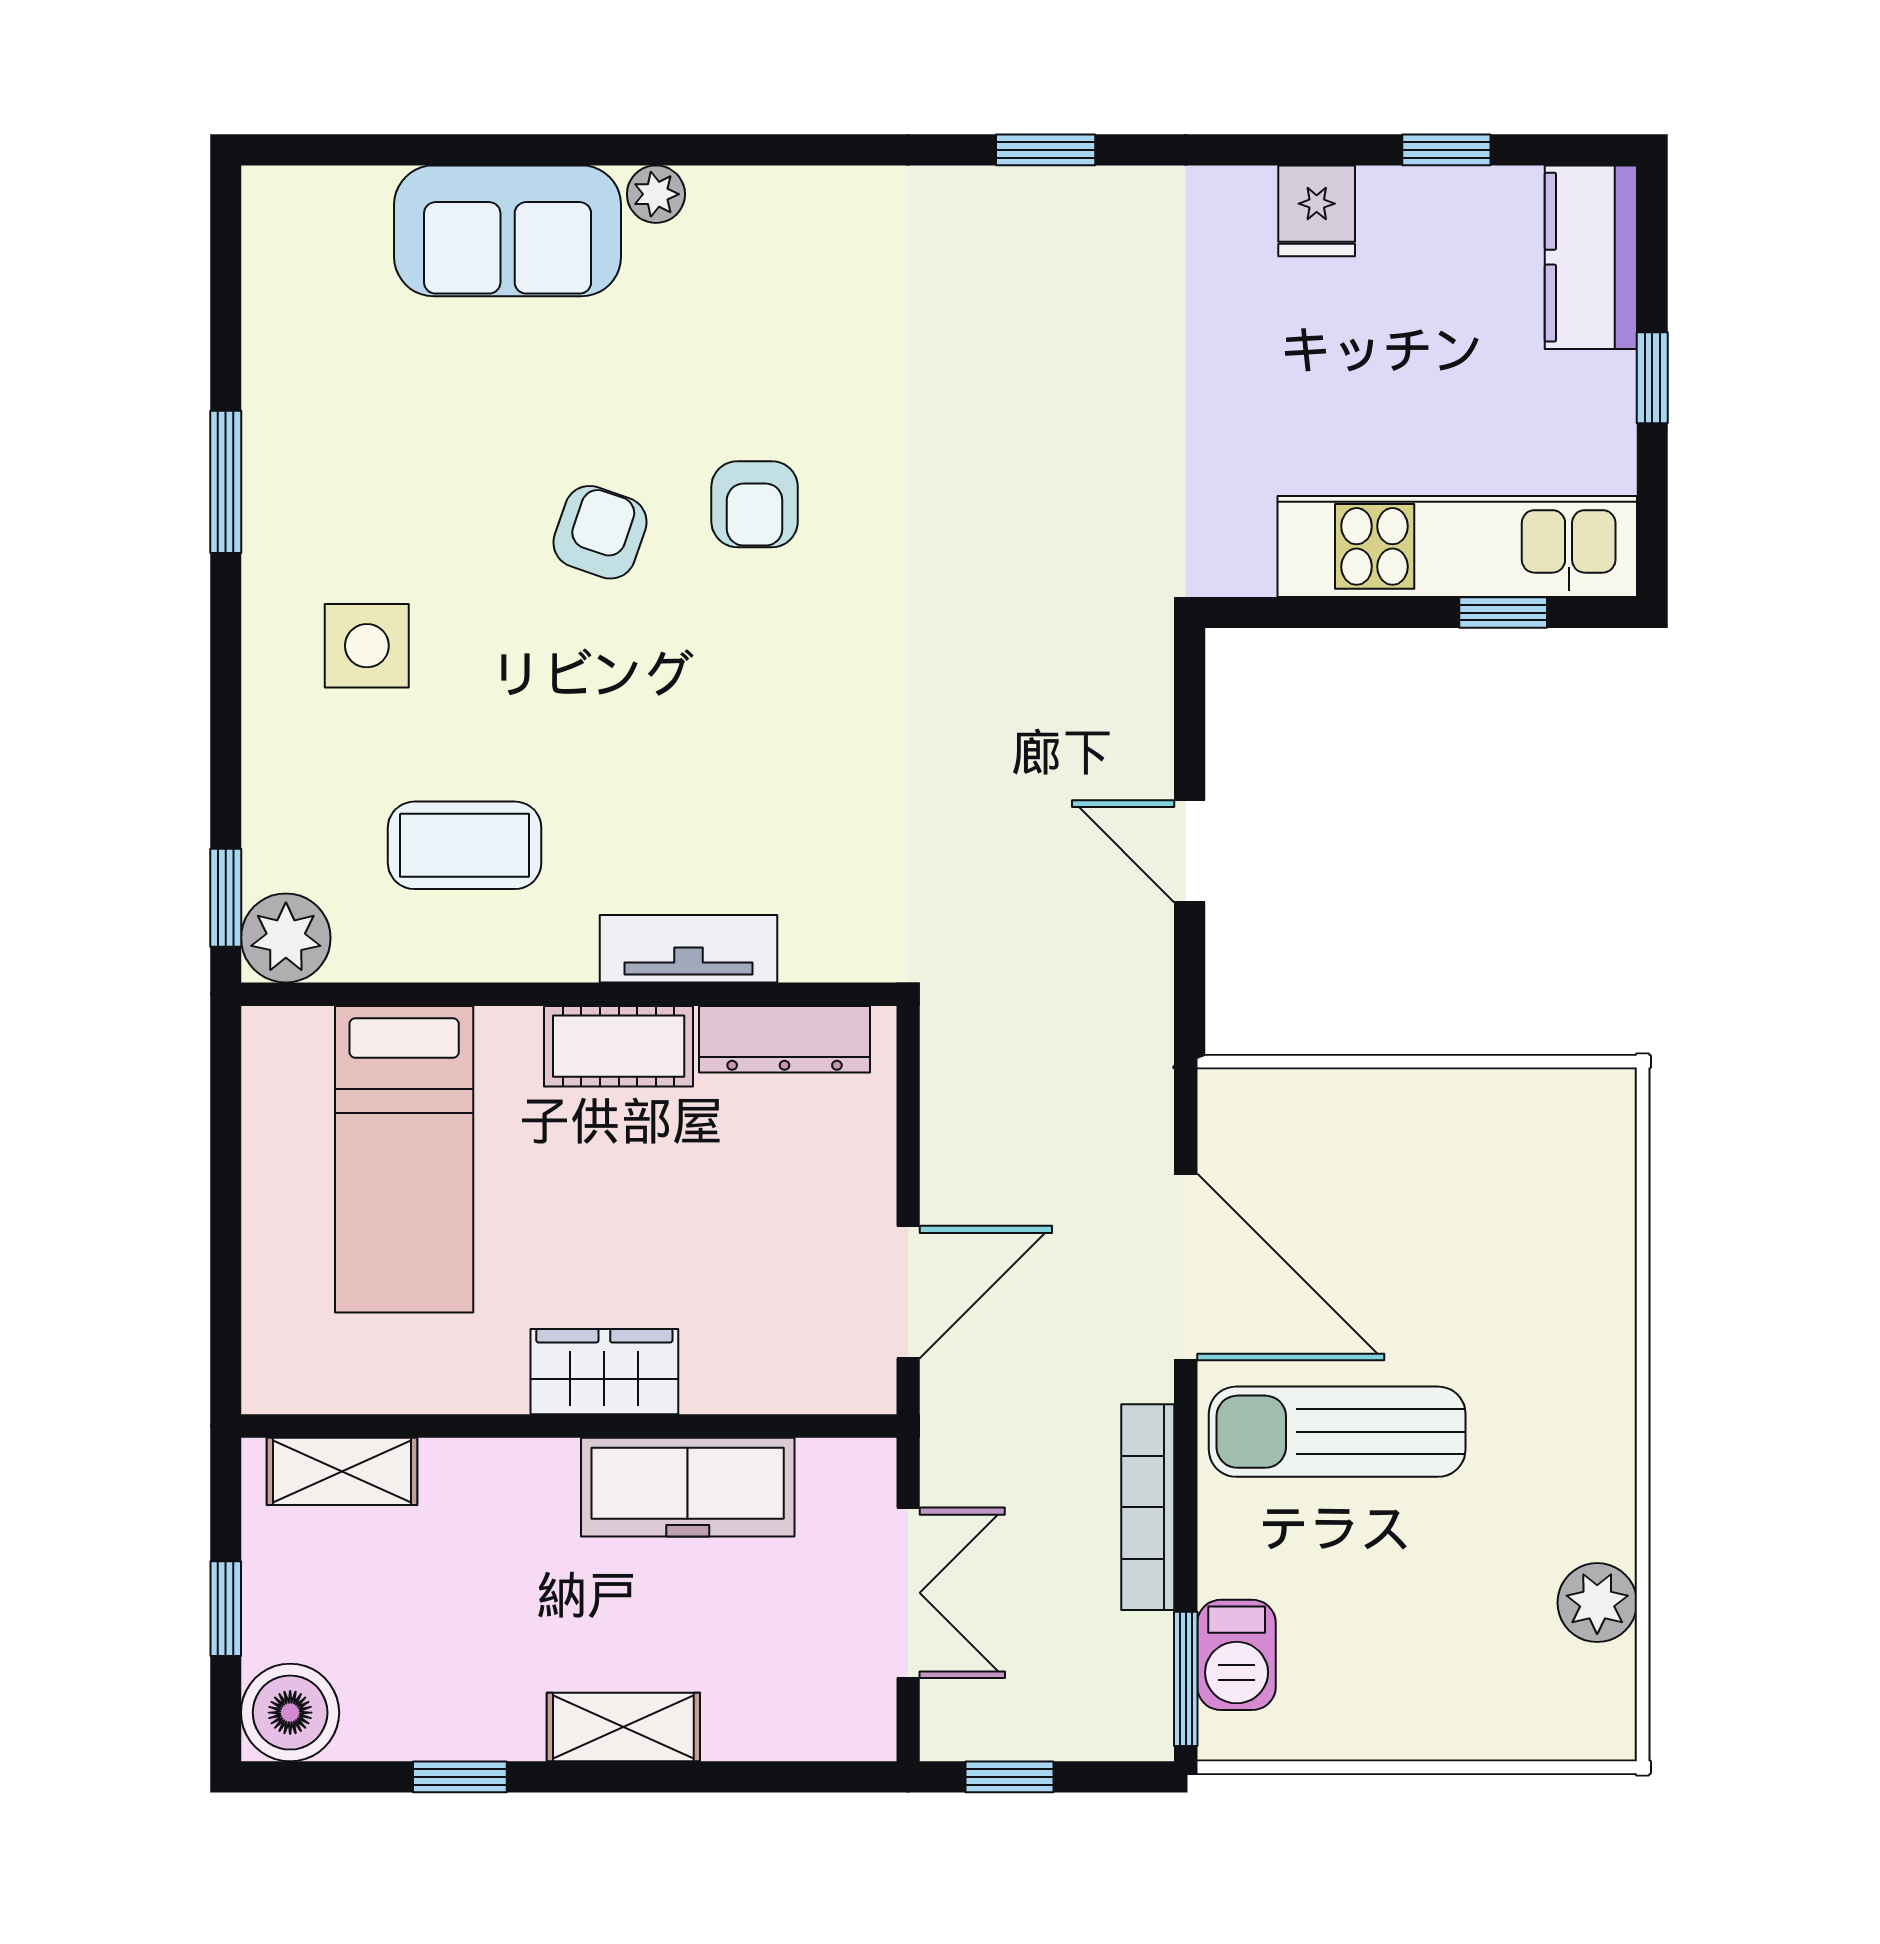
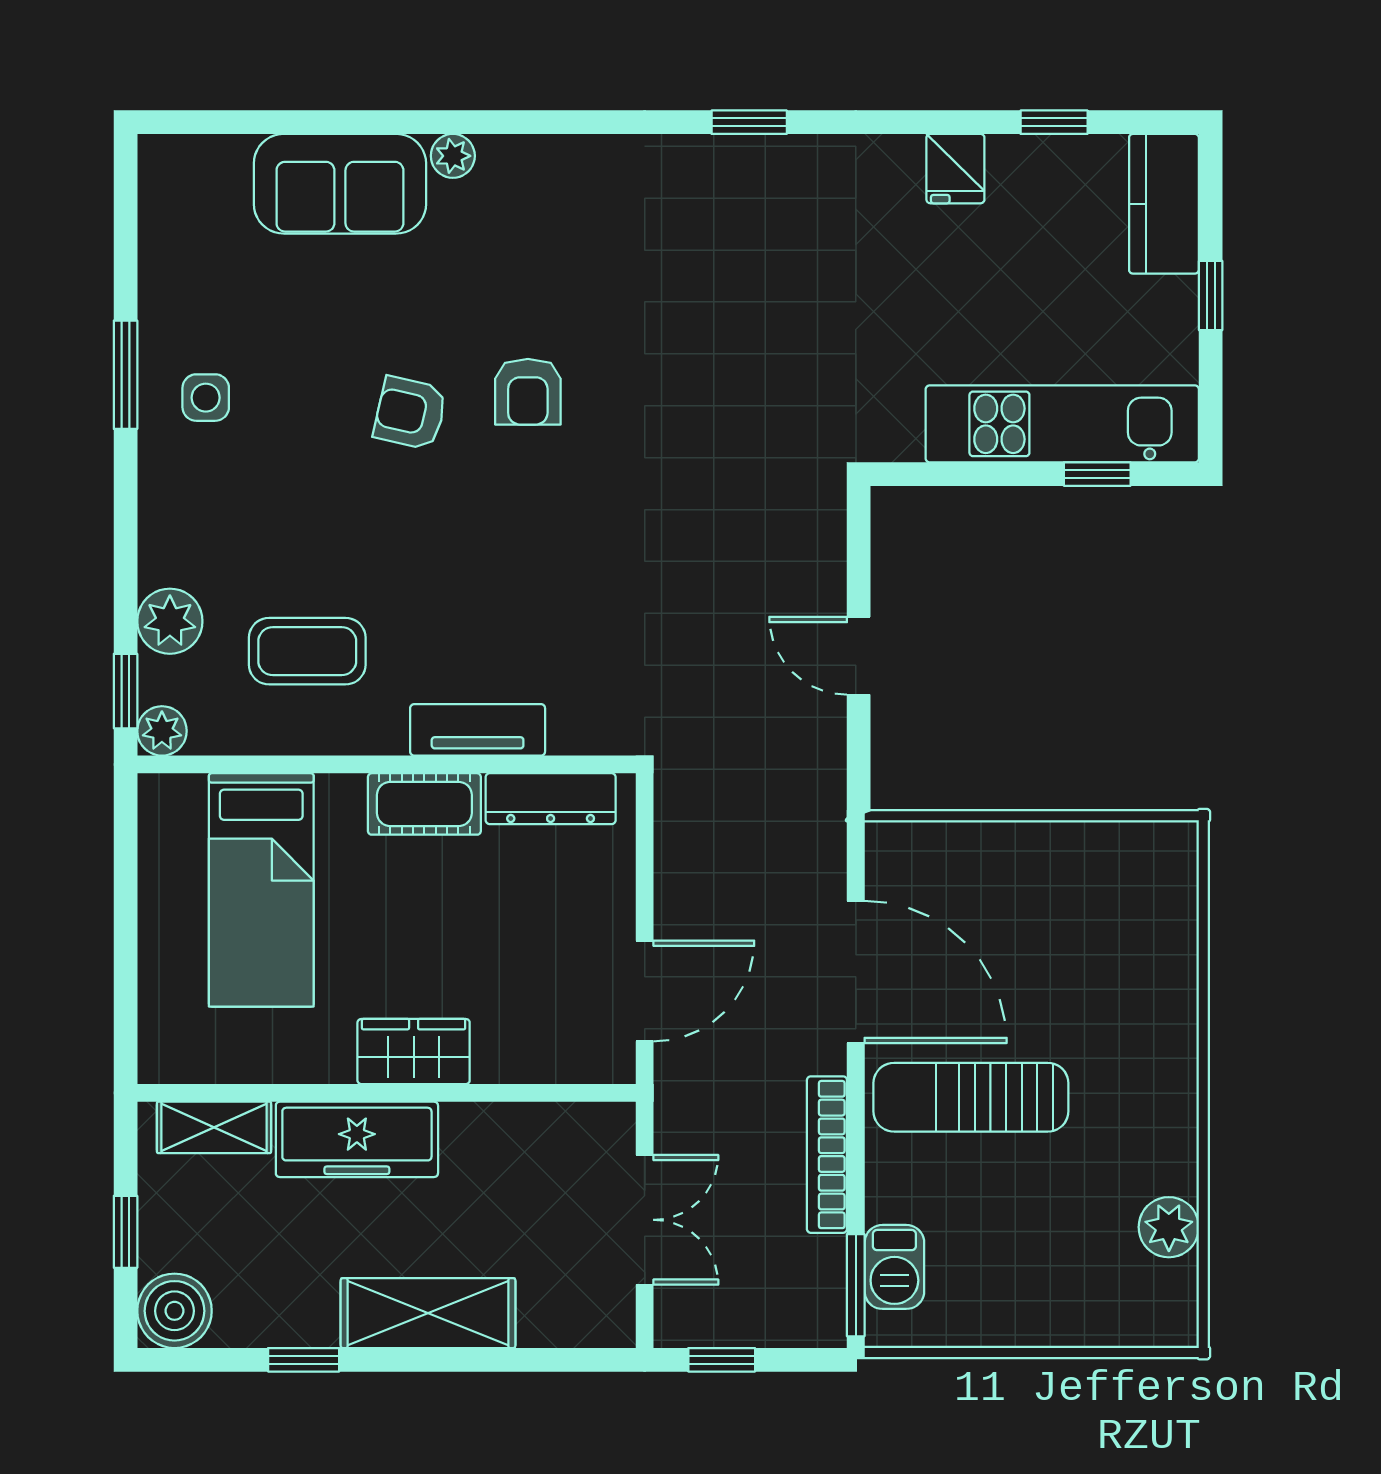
armchair: (600, 532) -> (410, 413), turned -96
side table: (367, 646) -> (206, 398), moved, width x0.73, depth x0.73
plant: (284, 806) -> (170, 621), added
plant: (286, 938) -> (162, 731), width x0.73, depth x0.73
freezer: (688, 1487) -> (357, 1139), moved
shelving: (623, 1727) -> (428, 1313), width x1.50, depth x1.33

